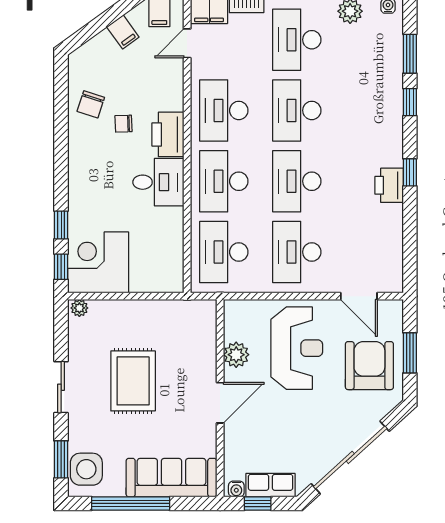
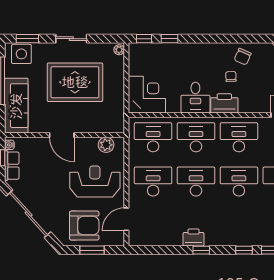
chair: (91, 104) -> (243, 57), turned -84
corner desk: (98, 262) -> (147, 95), moved
reception desk: (297, 348) -> (95, 182), turned 180
plant: (236, 355) -> (106, 145), moved
rug: (133, 381) -> (75, 82), width x1.37, depth x1.44

